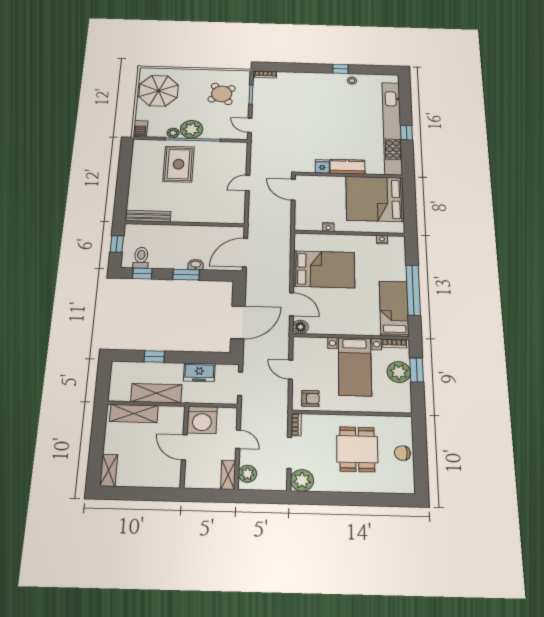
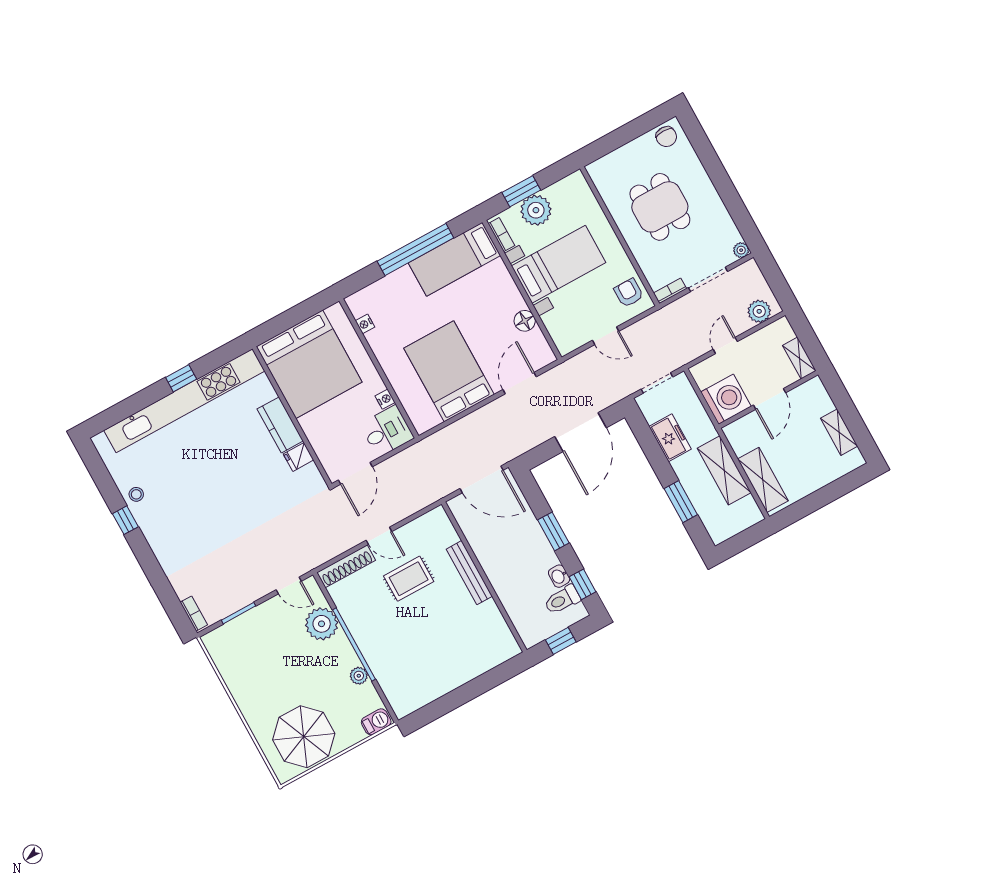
round table: (222, 94) -> (260, 652), removed
door: (250, 125) -> (289, 585), hinge flipped
plant: (192, 129) -> (322, 624), moved
shoe rack: (241, 158) -> (346, 566), added
rug: (179, 164) -> (409, 579), moved, width x0.73, depth x0.70
bench: (148, 216) -> (469, 573), moved
desk: (308, 218) -> (387, 431), added
washbasin: (196, 264) -> (559, 576), moved
door: (238, 322) -> (581, 432), swing flipped
floor lamp: (300, 327) -> (525, 321), moved
window: (154, 356) -> (681, 502), width x1.50
door: (291, 370) -> (606, 336), hinge flipped
dining table: (357, 449) -> (660, 207), turned 90
chair: (402, 453) -> (666, 137), moved
shelving: (109, 470) -> (839, 432), moved, turned 90
shelving: (228, 475) -> (799, 358), moved, turned 90
plant: (302, 480) -> (741, 250), width x0.53, depth x0.53

